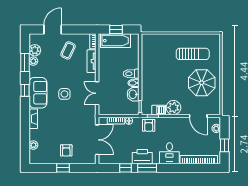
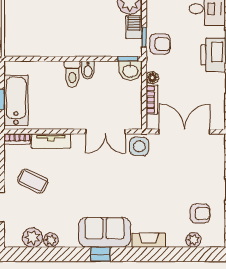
window: (25, 63) -> (53, 254), removed
side table: (64, 94) -> (139, 146), moved
washbasin: (133, 94) -> (130, 71), moved
armchair: (66, 150) -> (200, 213), moved

